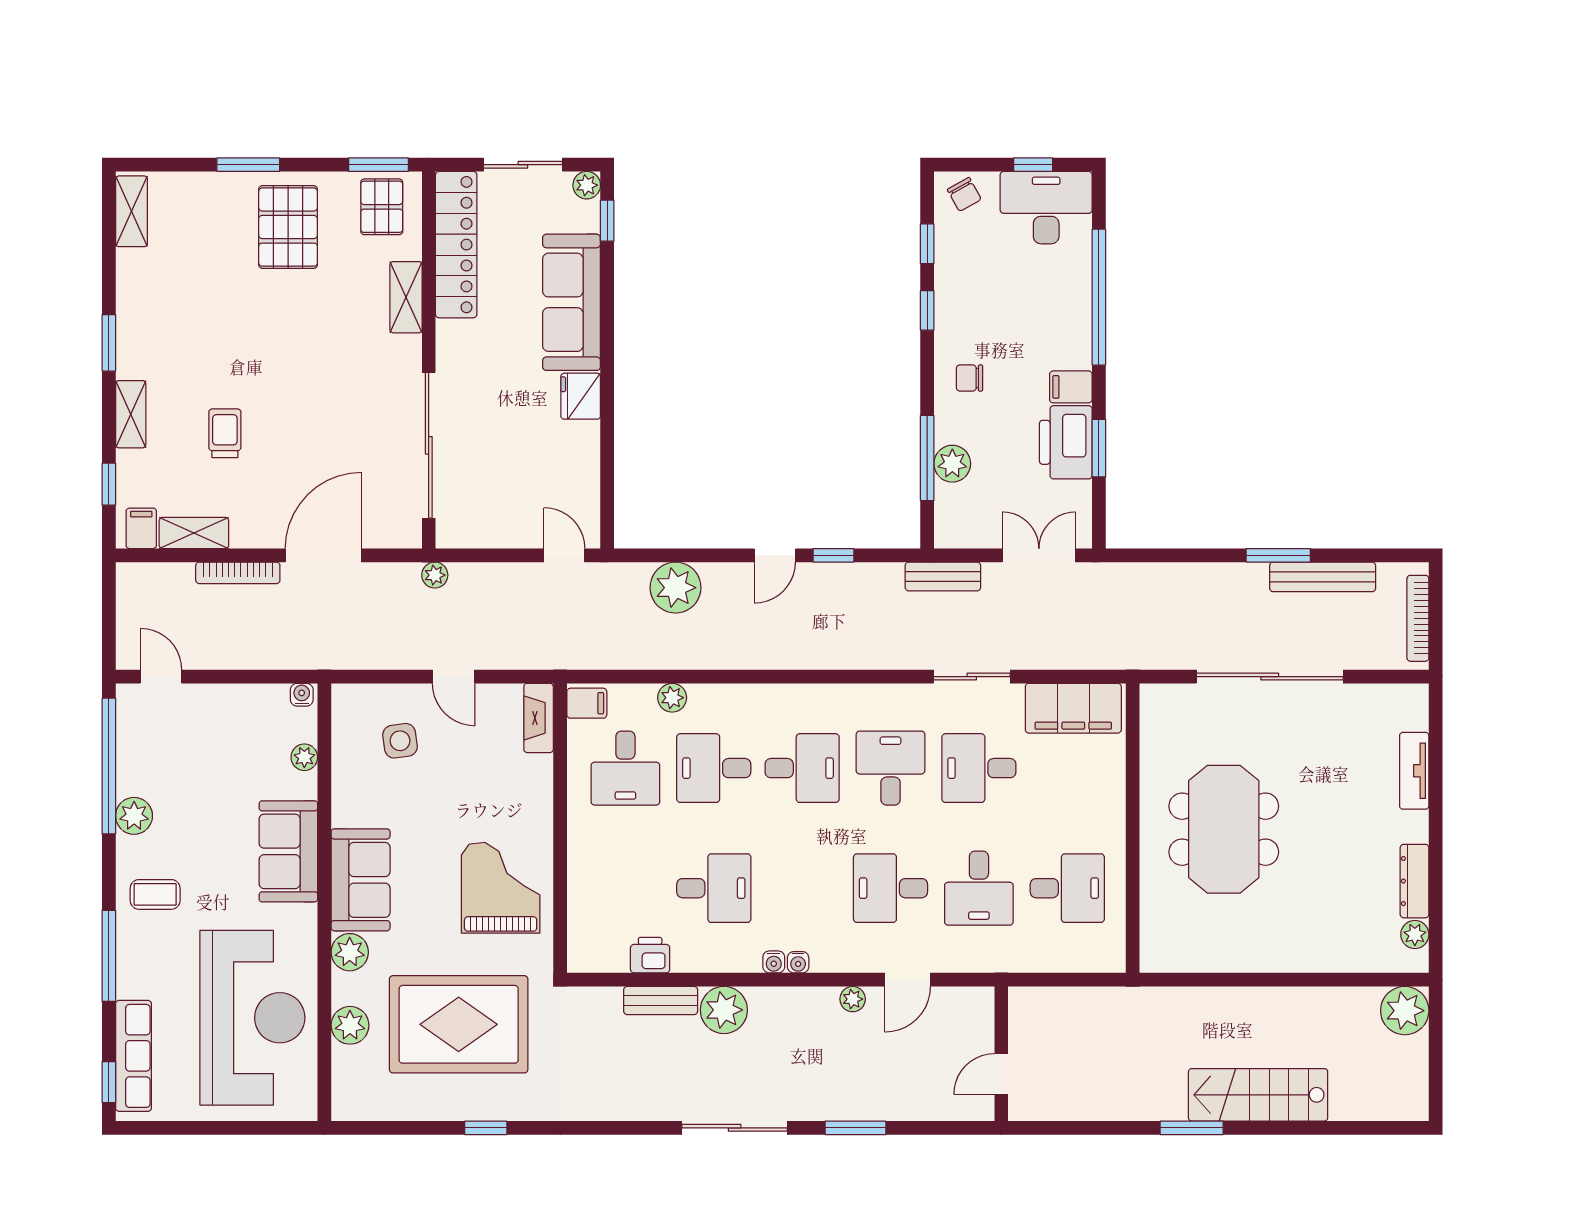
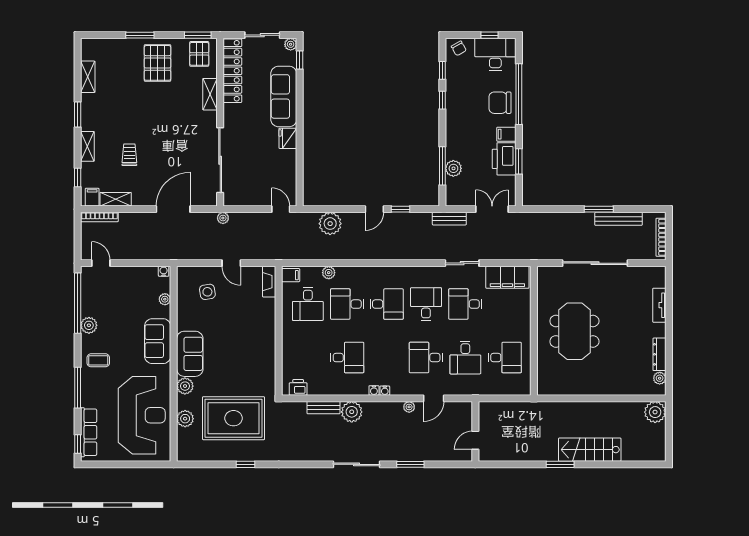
shelving: (131, 211) -> (88, 77), moved
chair: (969, 378) -> (500, 103), moved, width x1.87, depth x1.87
bookcase: (238, 573) -> (99, 217), moved
grand piano: (501, 888) -> (252, 357), removed
printer: (650, 955) -> (298, 387), moved

